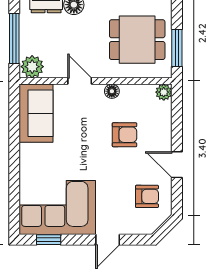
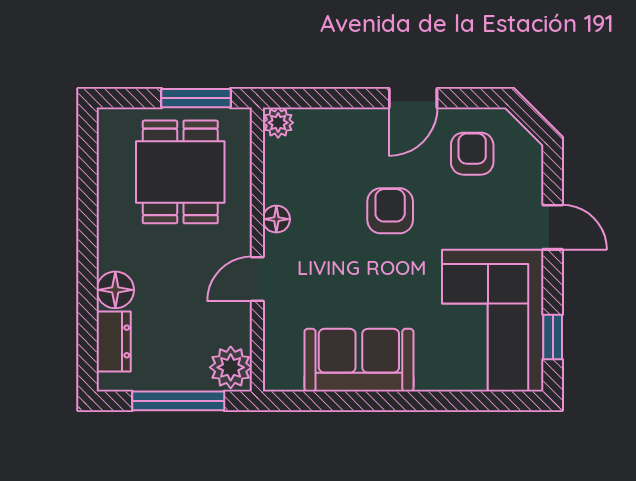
sofa: (36, 113) -> (359, 360), moved
armchair: (124, 135) -> (390, 211), moved

